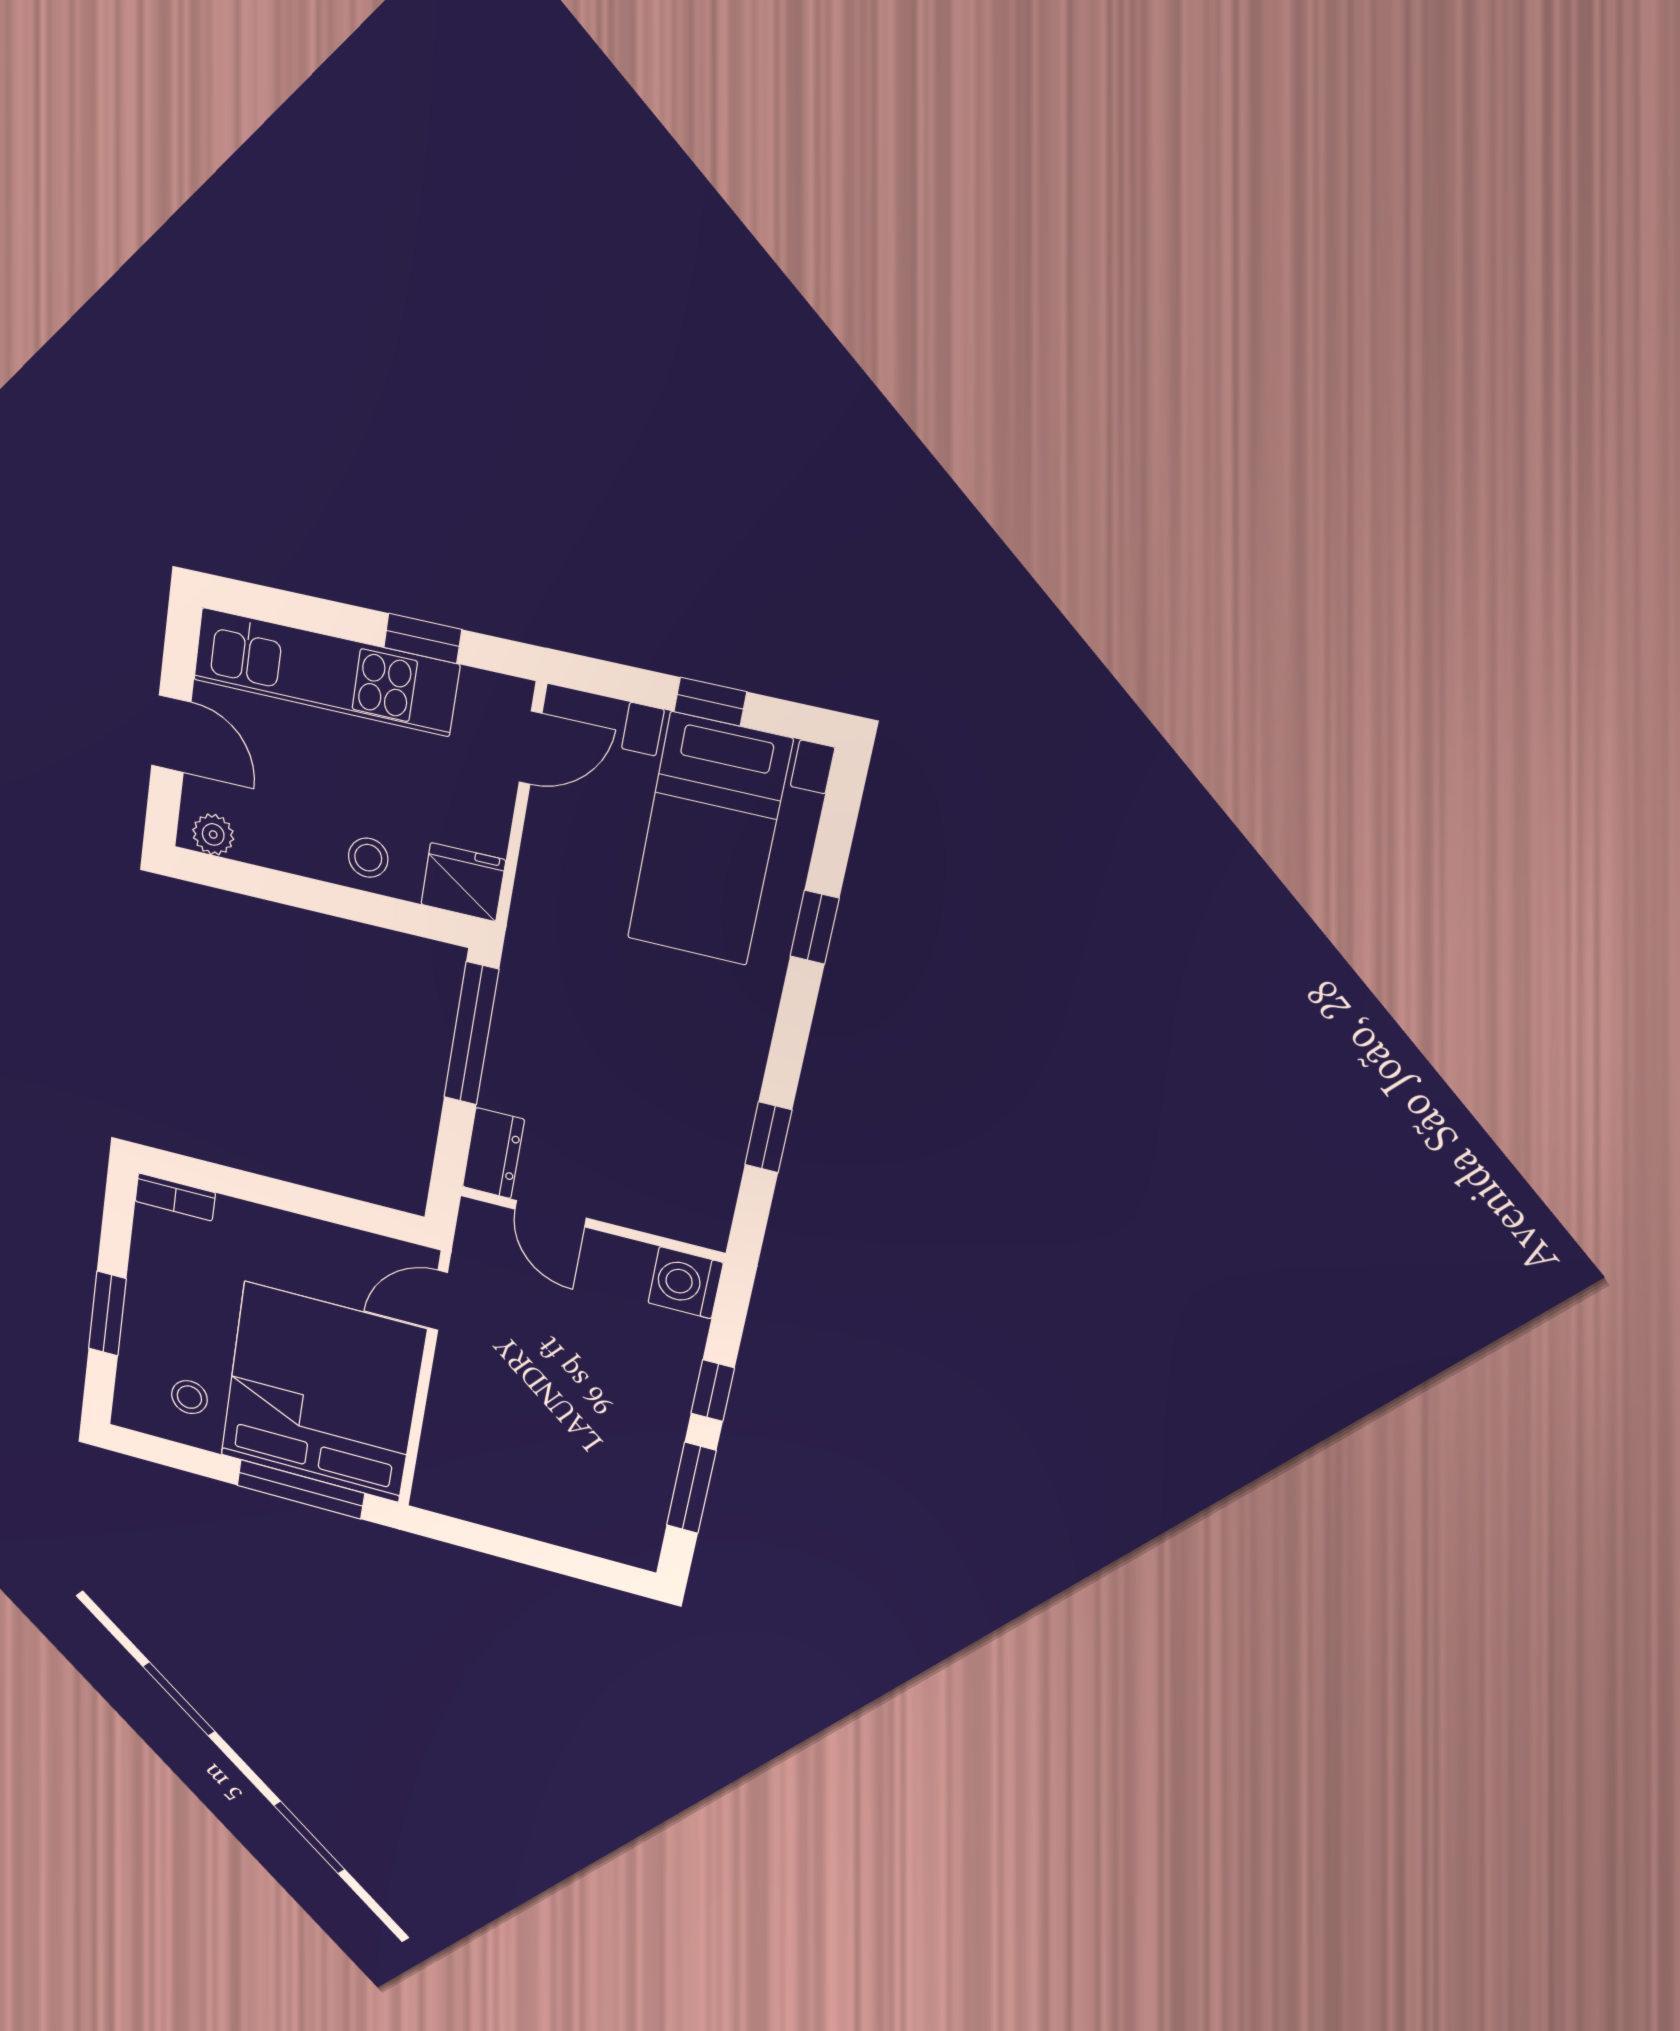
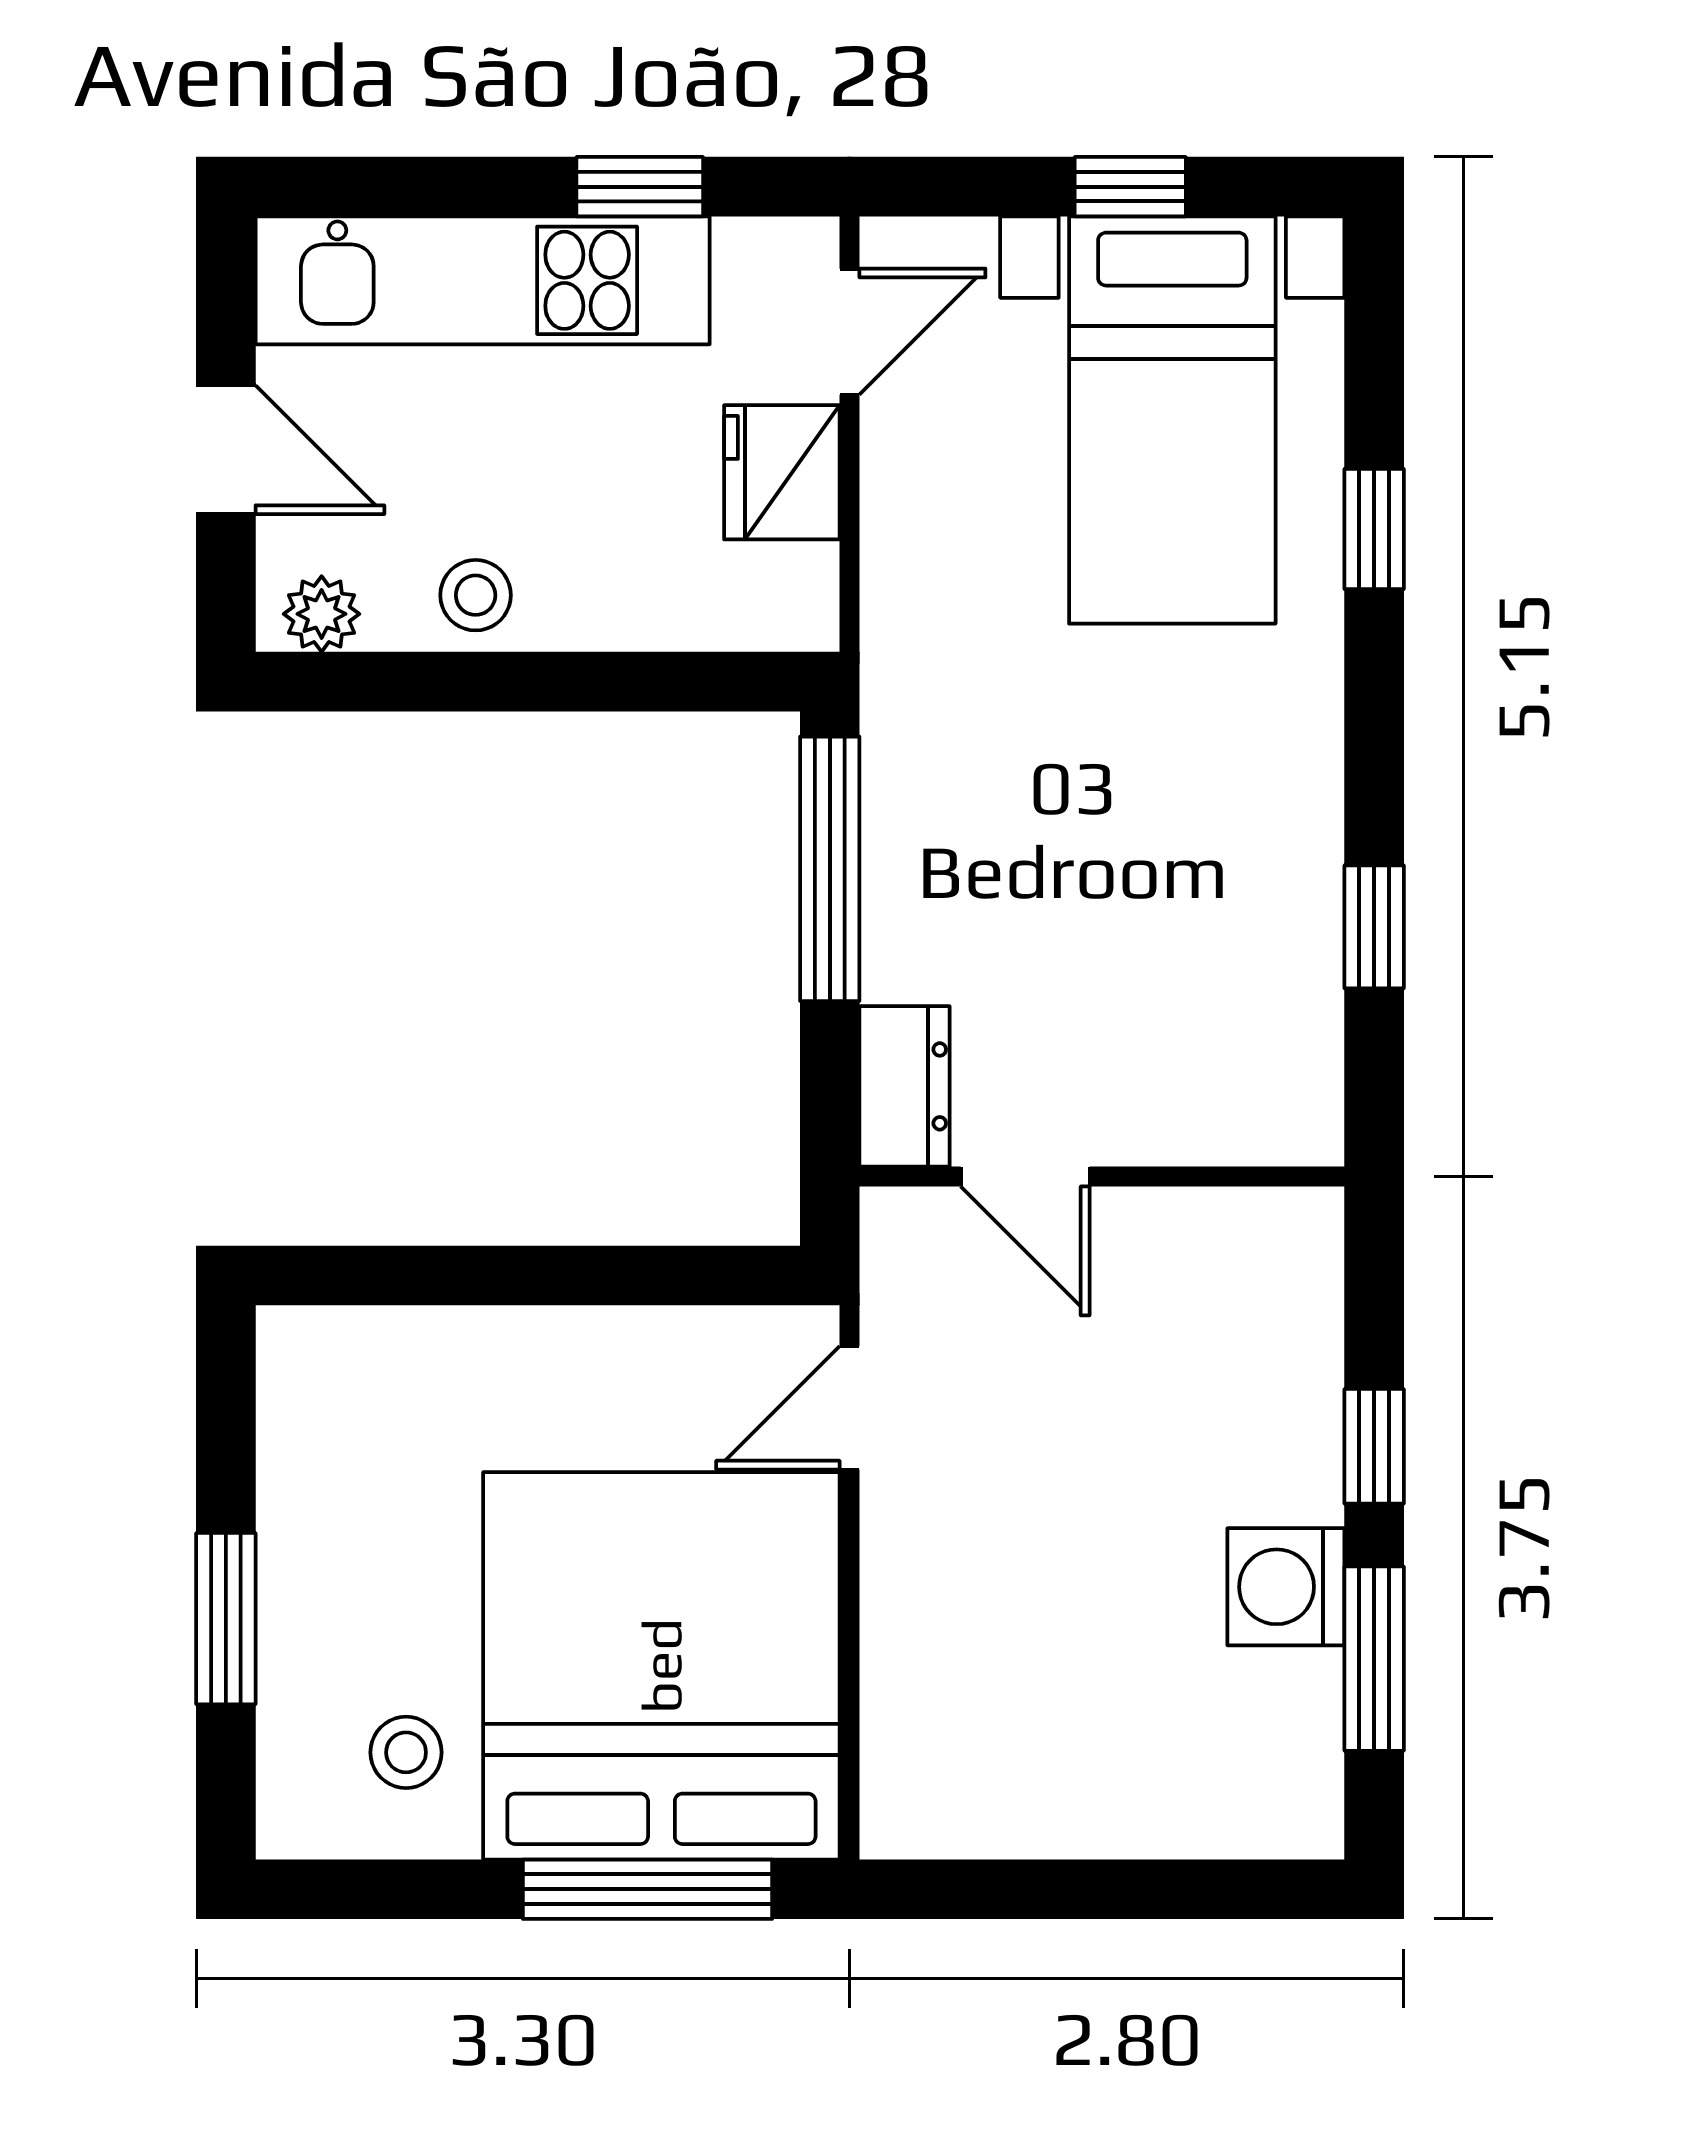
stool: (368, 858) -> (476, 595), moved
fridge: (463, 882) -> (782, 472), moved, turned -90
bookcase: (175, 1197) -> (331, 1335), removed
washing machine: (685, 1283) -> (1286, 1587), moved

